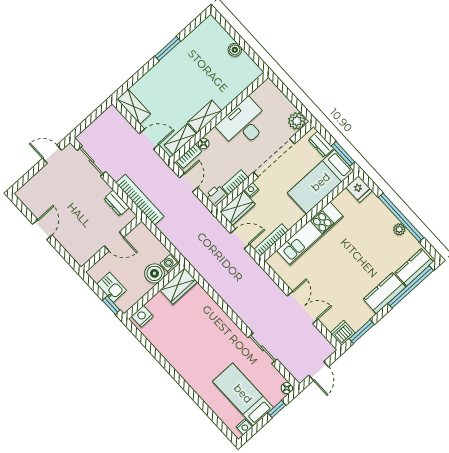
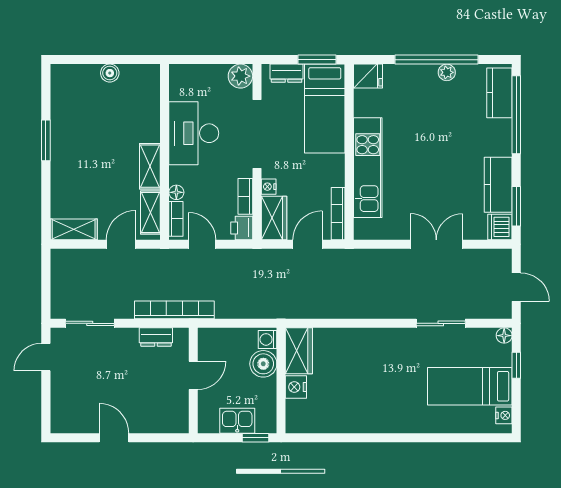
kitchen counter: (384, 293) -> (498, 185), moved
nightstand: (142, 316) -> (296, 387), moved

